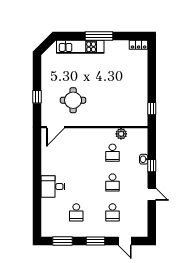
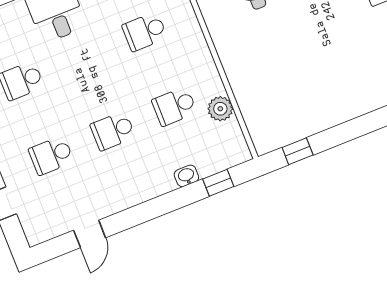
school desk: (76, 153) -> (145, 32), added
window: (152, 166) -> (218, 183), moved
door: (152, 194) -> (90, 234), moved

